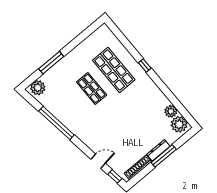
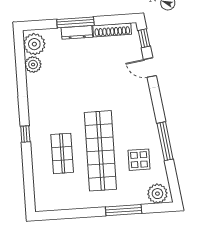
shop shelf: (114, 70) -> (62, 153), width x0.70, depth x0.74
shop shelf: (92, 89) -> (100, 151), width x2.00, depth x1.36
display table: (64, 100) -> (139, 160), added
window: (56, 123) -> (165, 141), width x0.68

